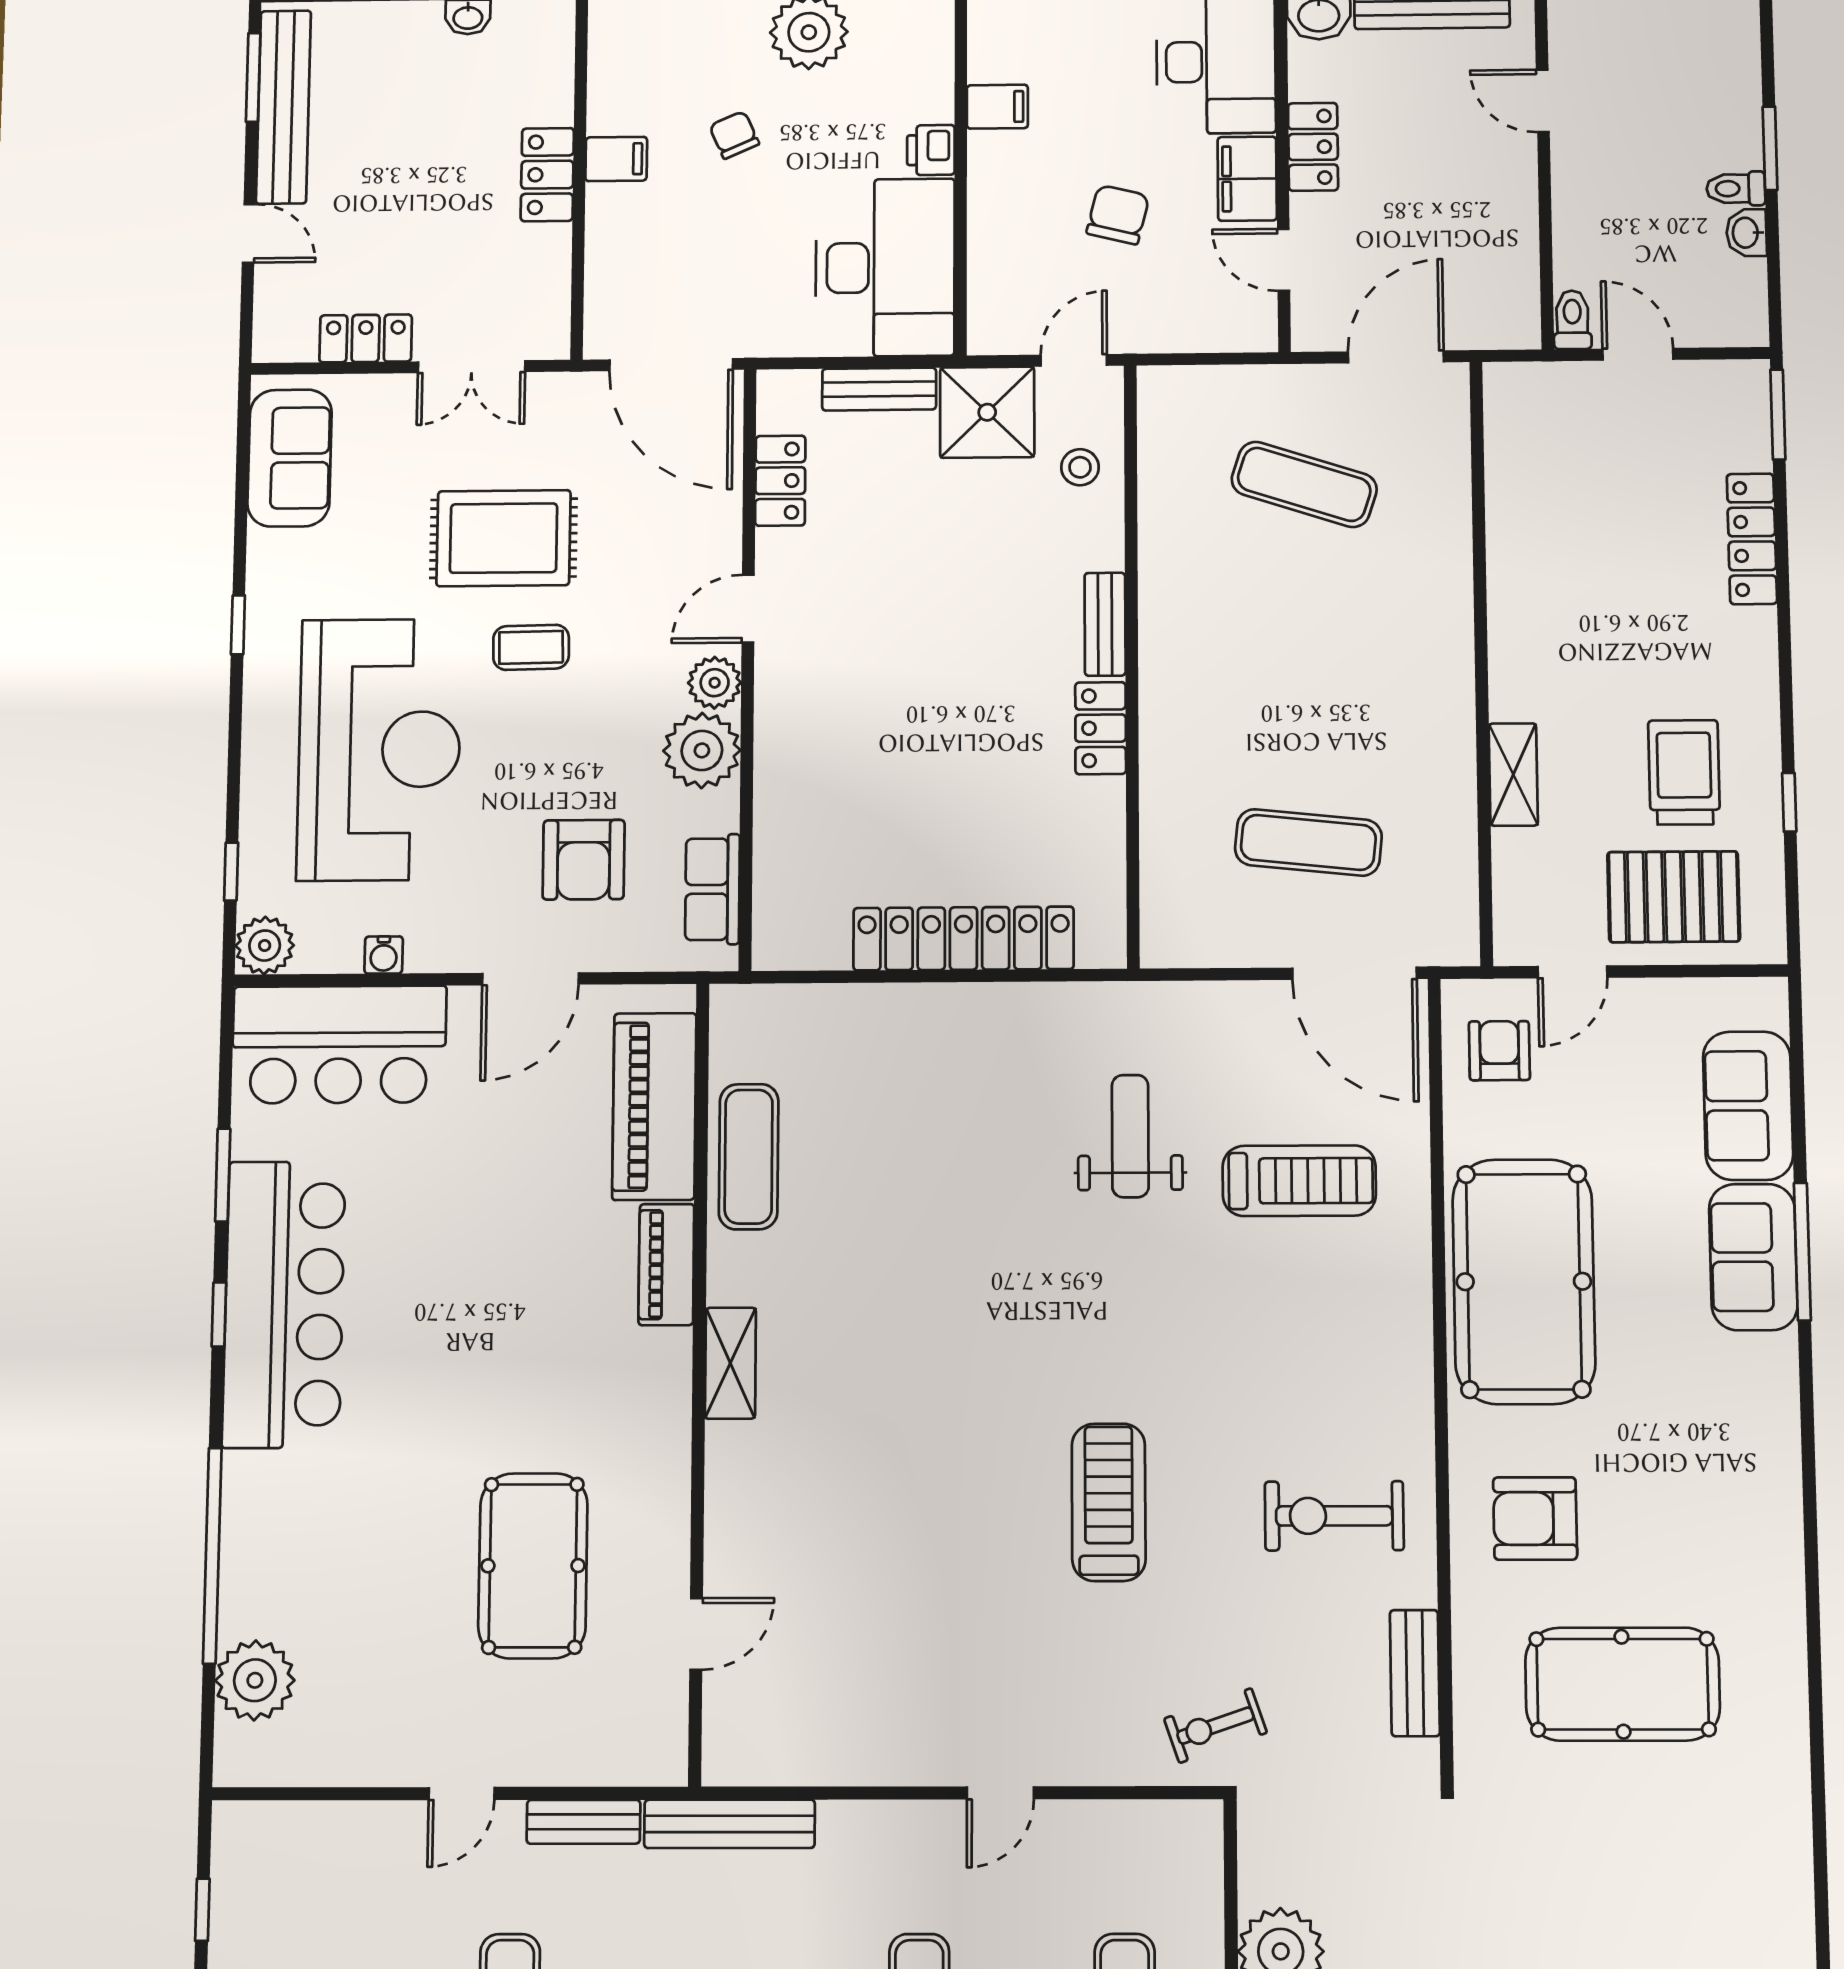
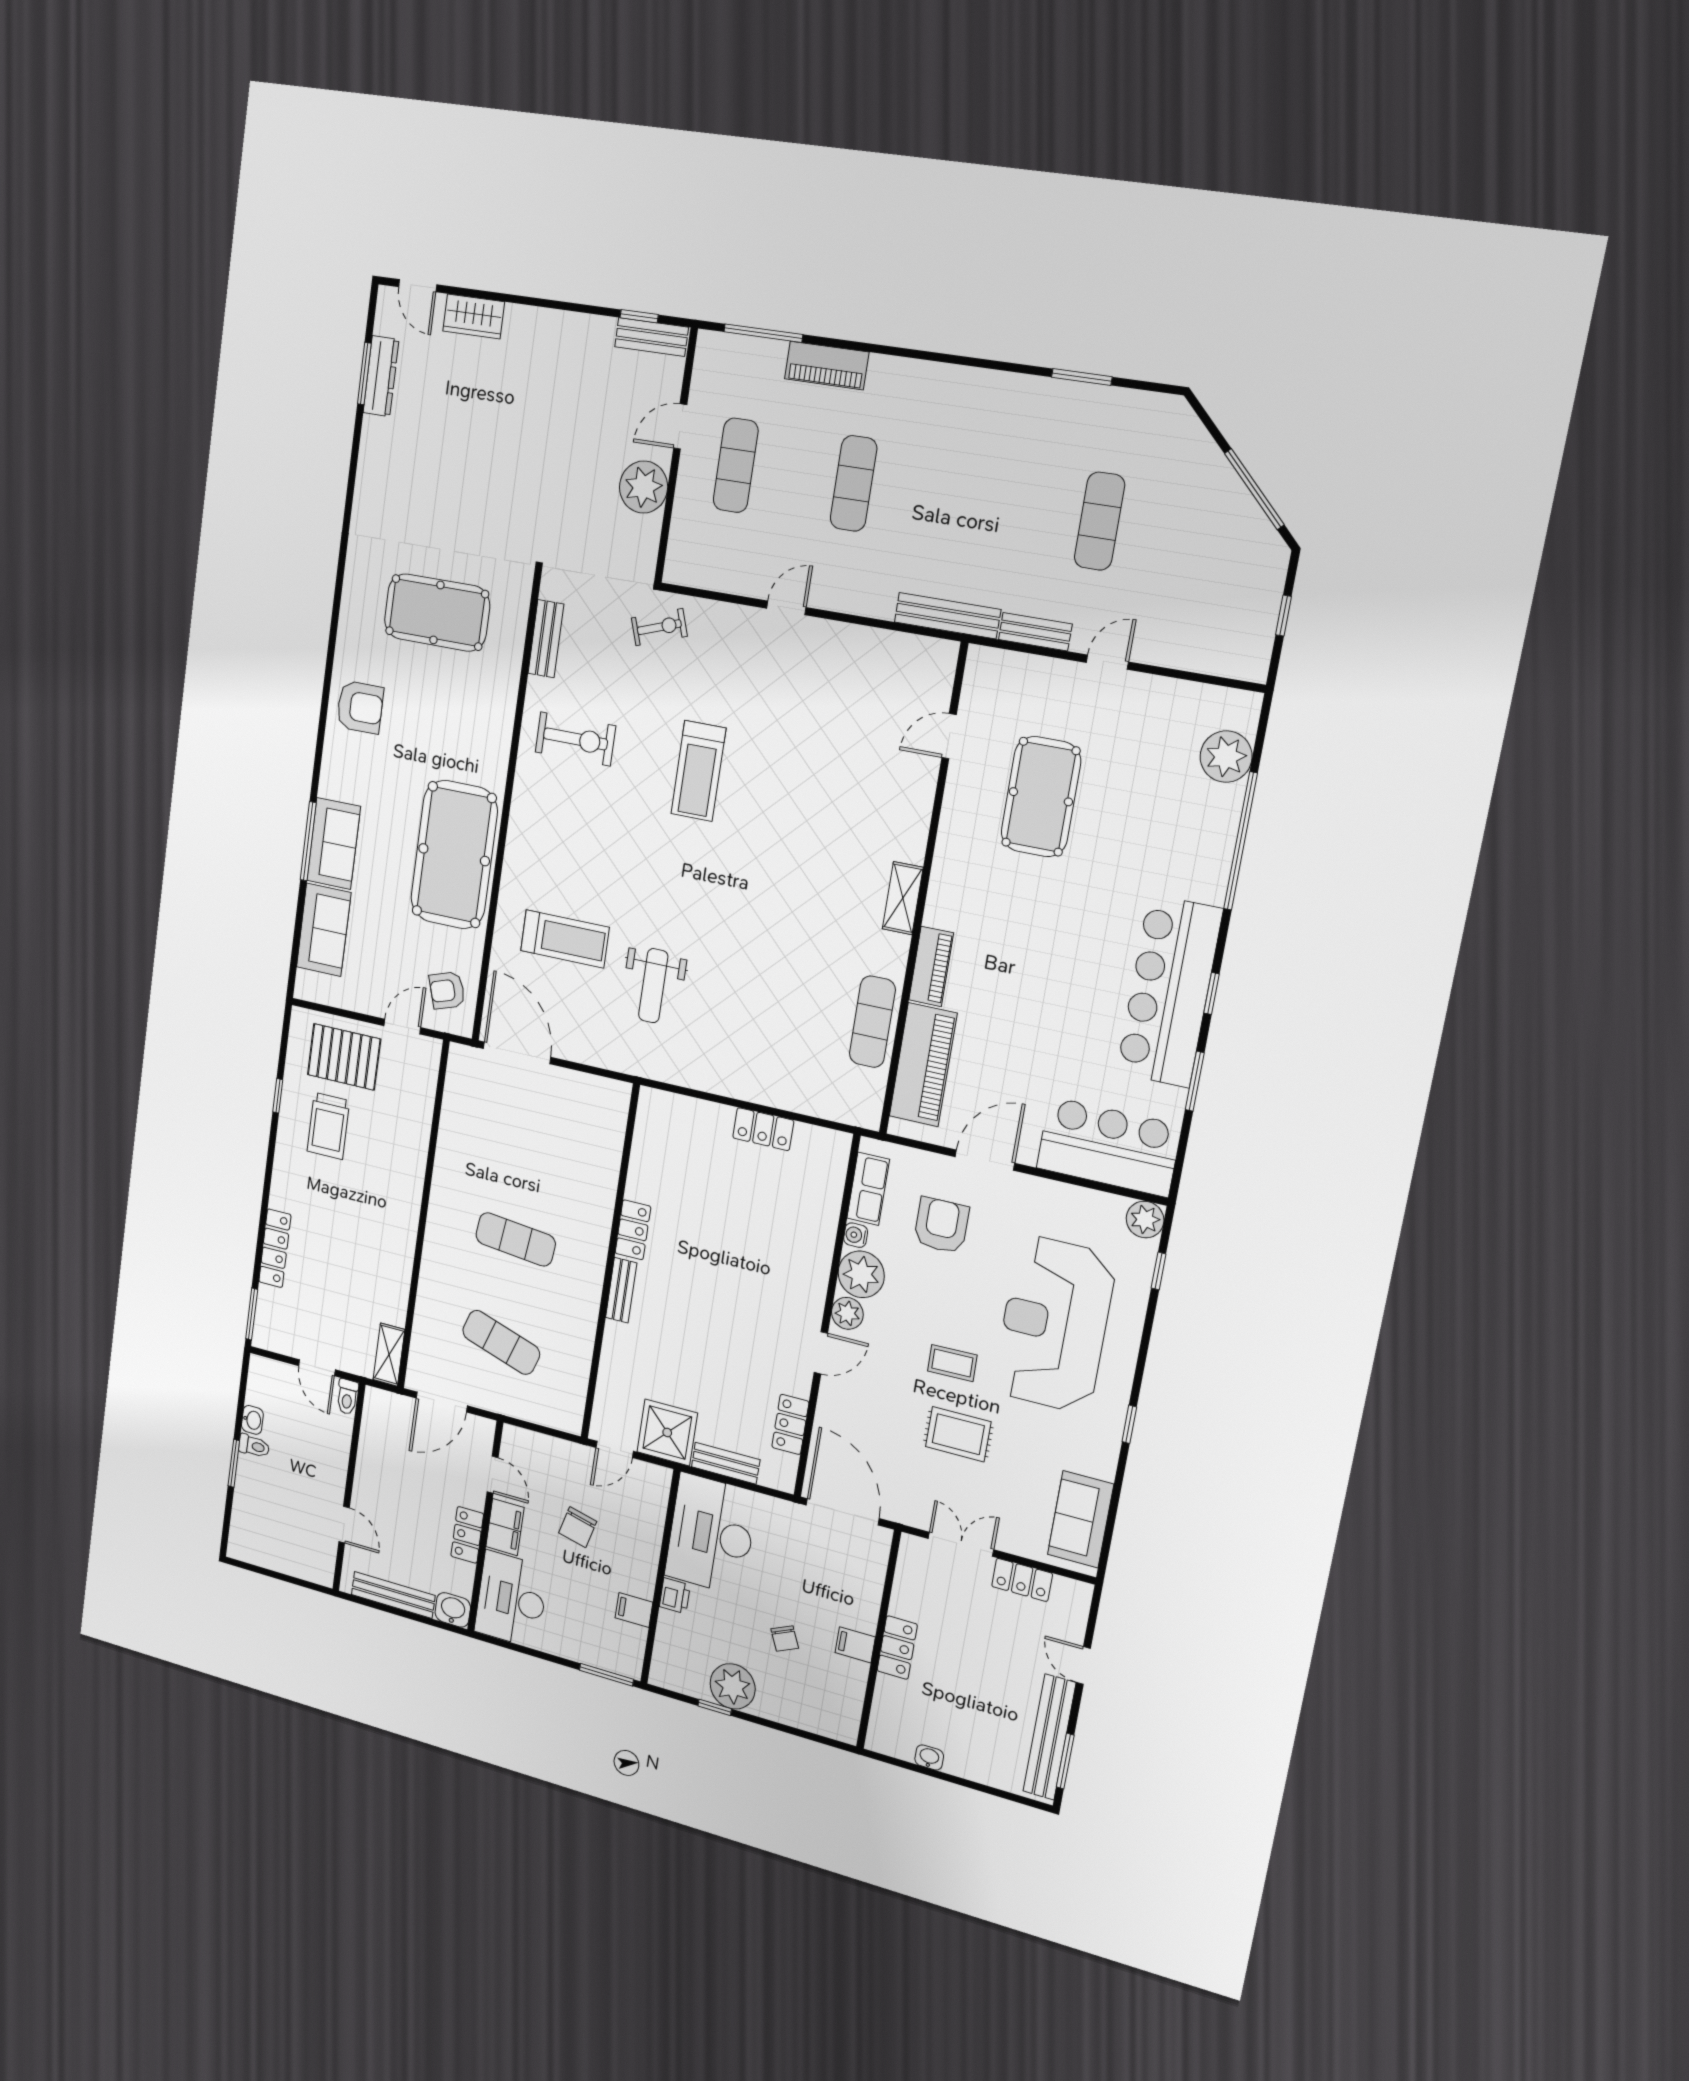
stool: (1080, 467) -> (621, 1386), removed
rug: (503, 538) -> (958, 1434), width x0.73, depth x0.70
shelving: (1513, 775) -> (389, 1355), moved
exercise mat: (1308, 842) -> (516, 1239), moved
locker: (963, 938) -> (763, 1129), width x0.46, depth x0.83
water cooler: (384, 955) -> (856, 1235), moved, turned -90
armchair: (1499, 1051) -> (447, 990), turned 72
treadmill: (1299, 1181) -> (565, 939), turned 180
armchair: (1535, 1518) -> (360, 707), moved

